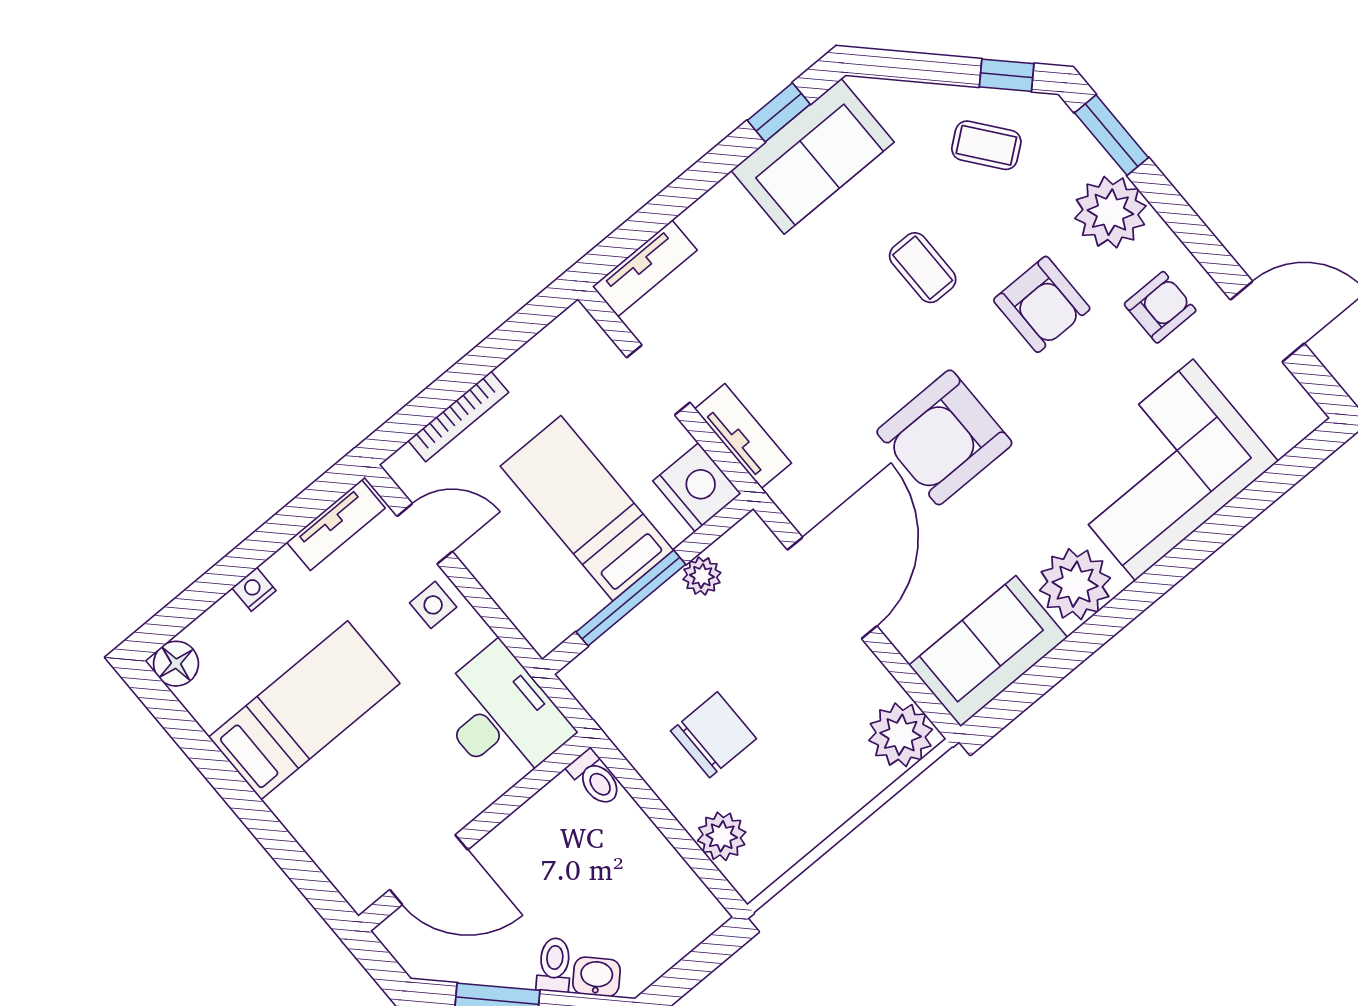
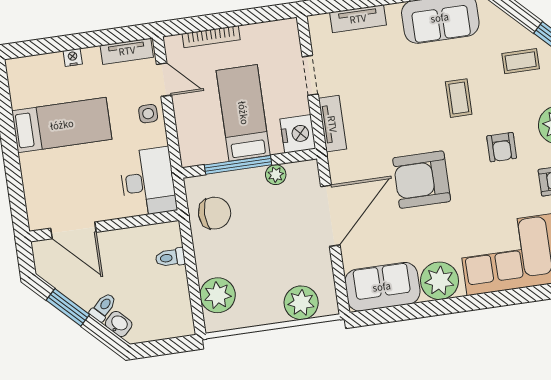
coffee table: (986, 145) -> (521, 61), turned -52
tv unit: (645, 268) -> (358, 19), moved
armchair: (1042, 304) -> (502, 147), width x0.72, depth x0.72
floor lamp: (176, 664) -> (18, 69), removed
chair: (713, 735) -> (215, 213), moved
plant: (901, 735) -> (301, 303), moved
toilet: (595, 778) -> (170, 258), moved, turned 90
plant: (722, 836) -> (218, 295), width x1.36, depth x1.36

